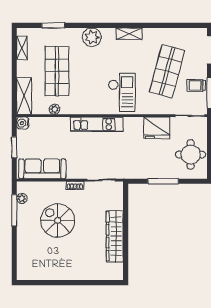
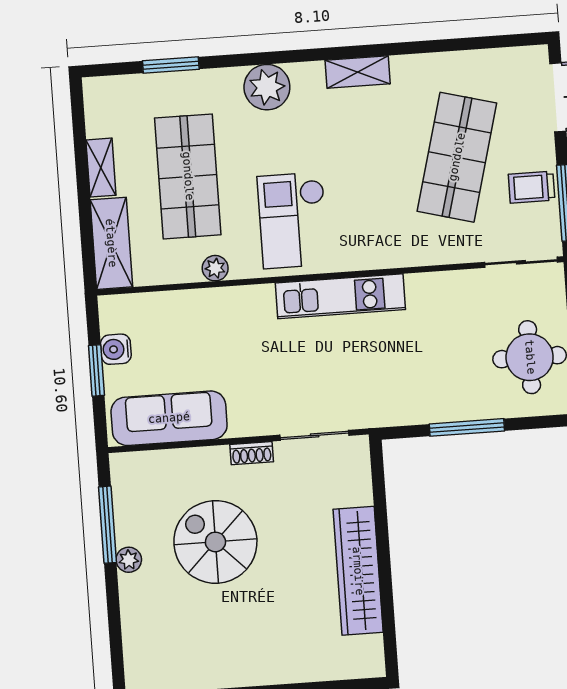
shelving: (22, 48) -> (101, 168), moved
checkout: (122, 92) -> (293, 220), moved, turned 180
plant: (55, 109) -> (215, 268), moved
water cooler: (23, 123) -> (116, 349), moved
kitchen unit: (97, 124) -> (340, 296), moved
fridge: (157, 128) -> (442, 298), removed
plant: (22, 198) -> (129, 560), moved

